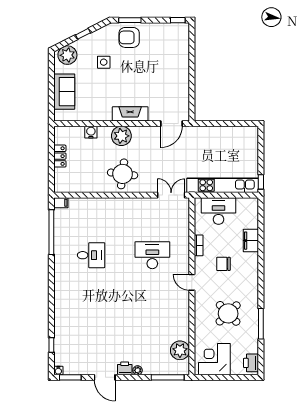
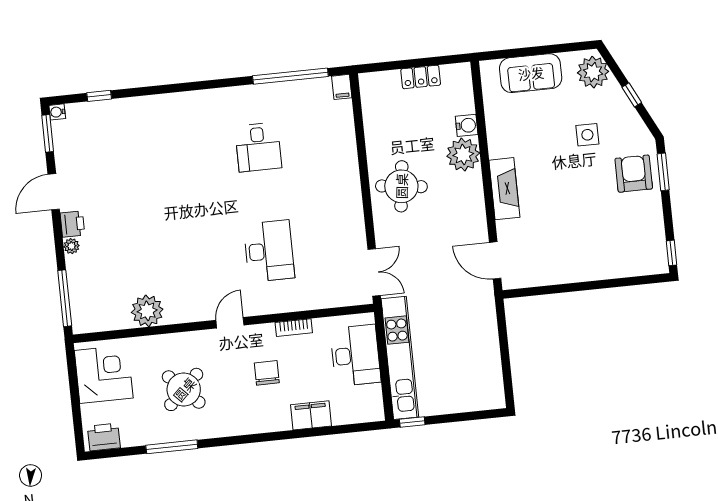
plant: (121, 136) -> (463, 155), moved
plant: (180, 350) -> (147, 311), moved

